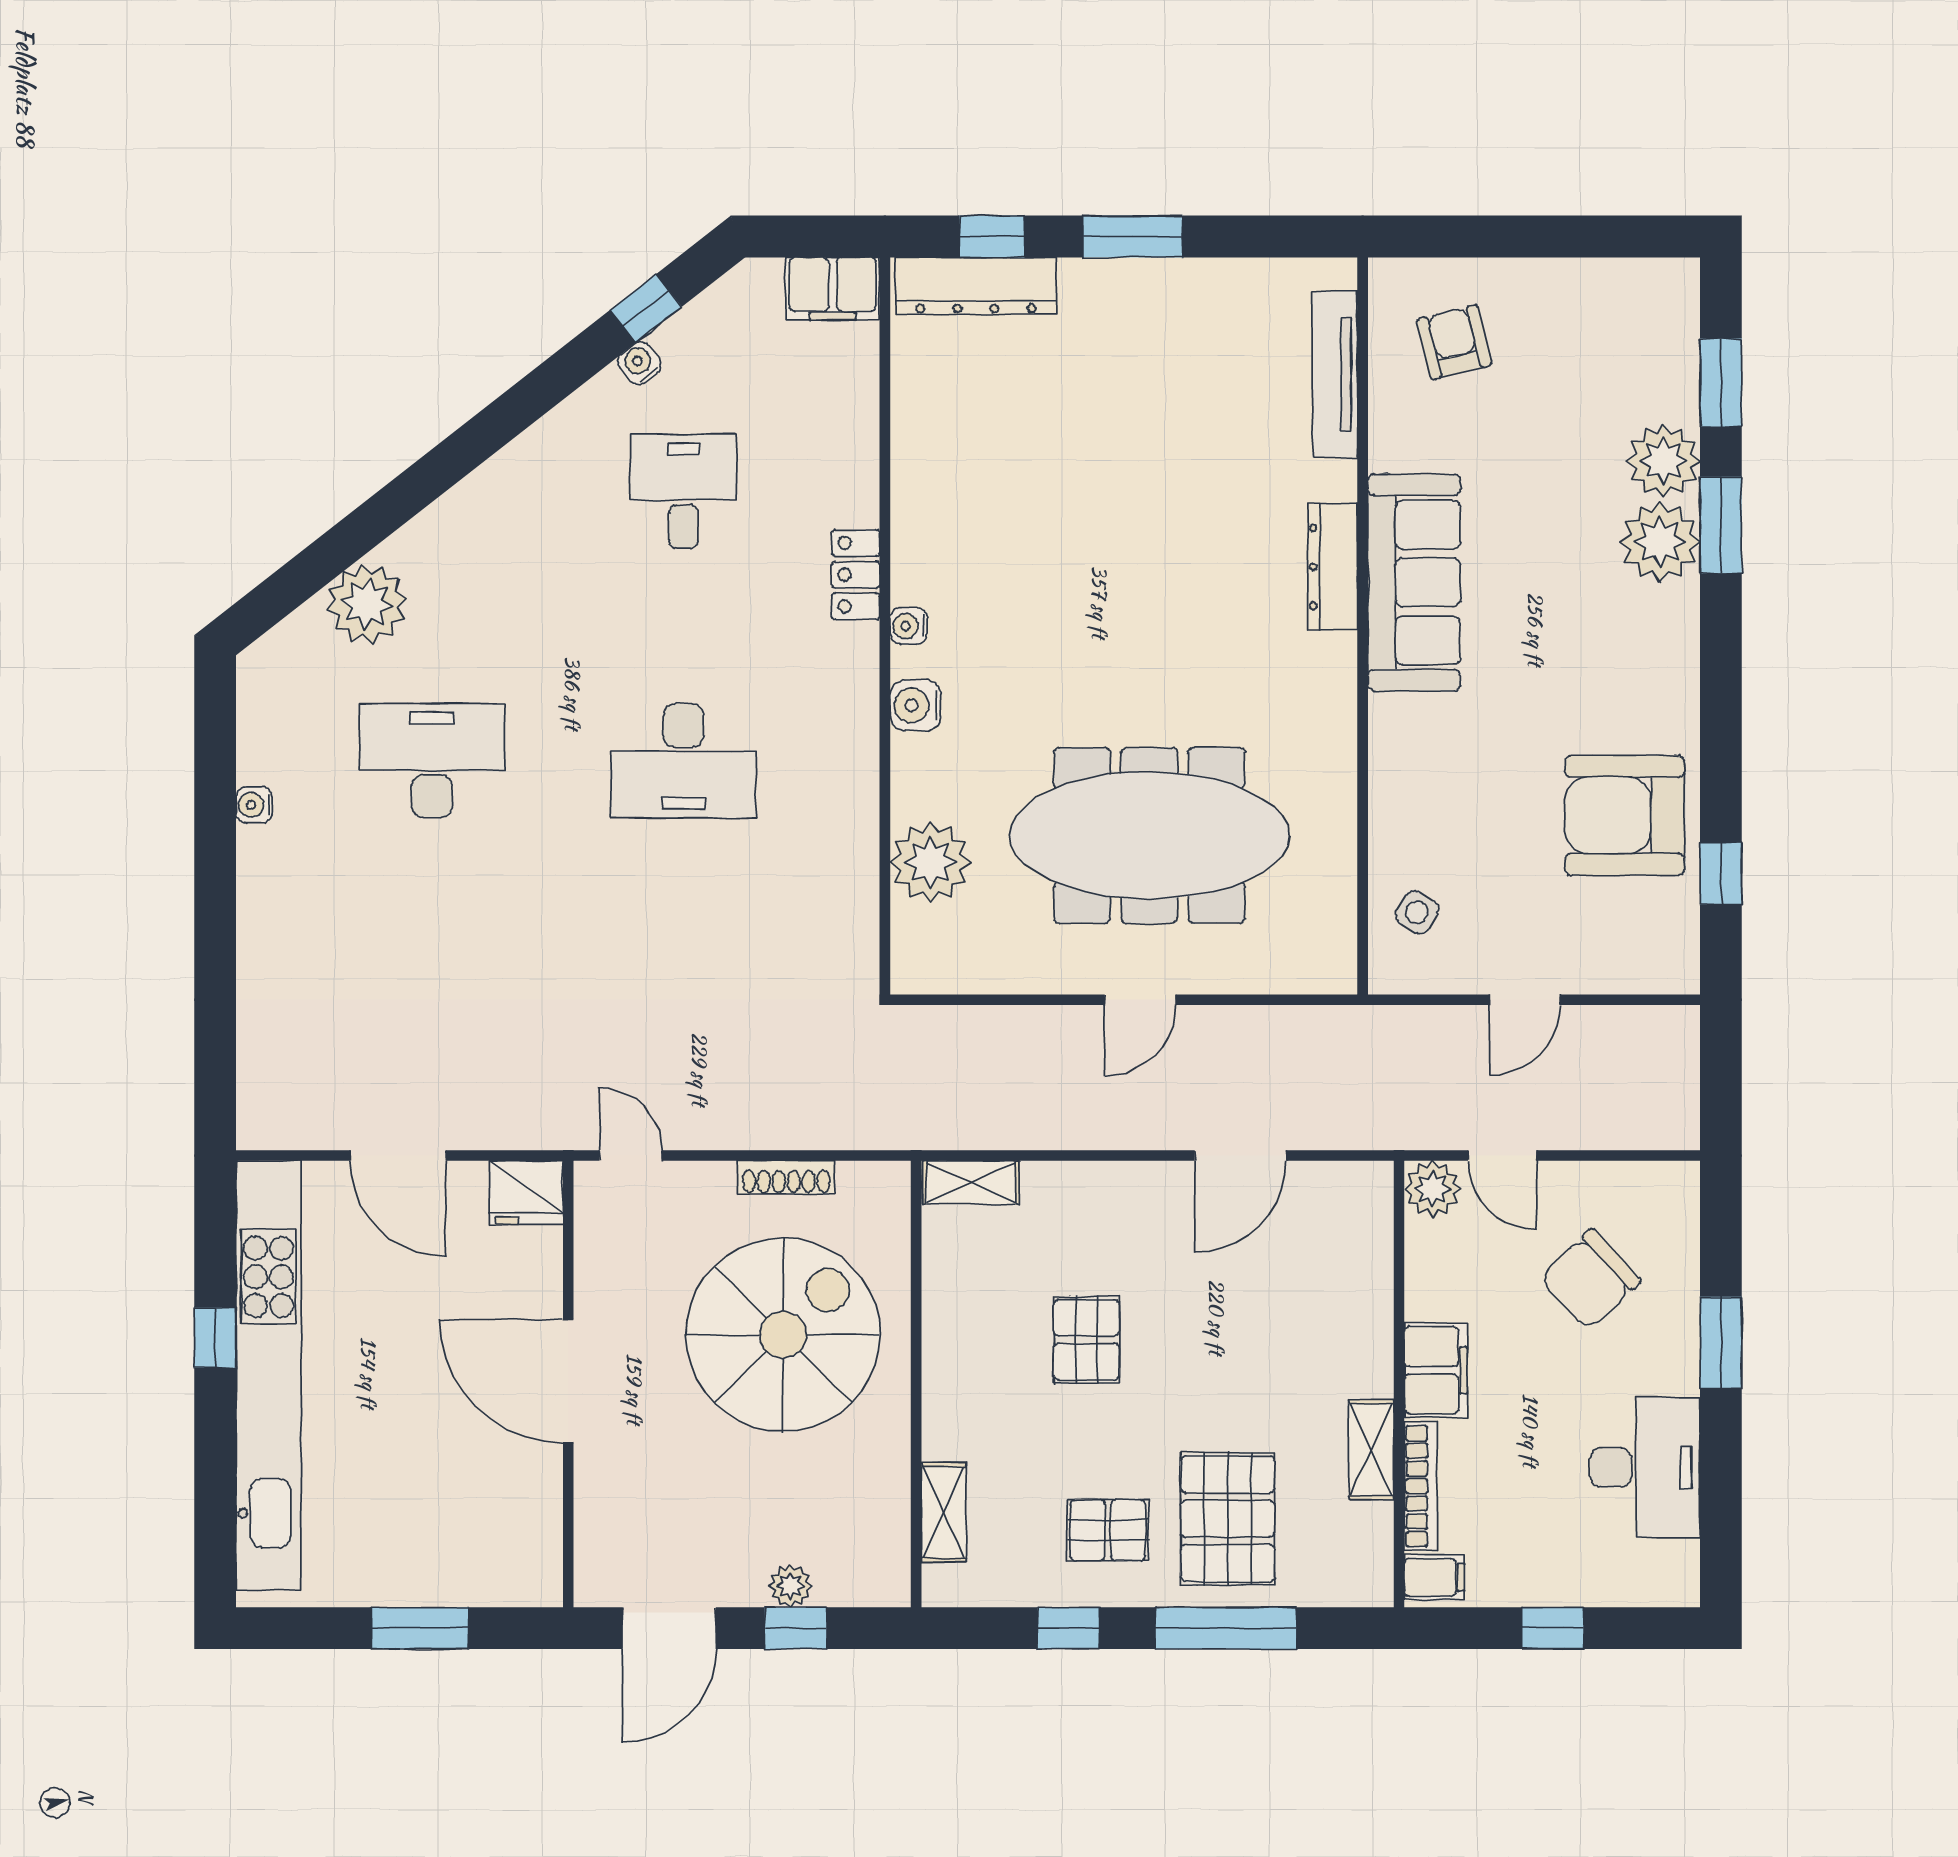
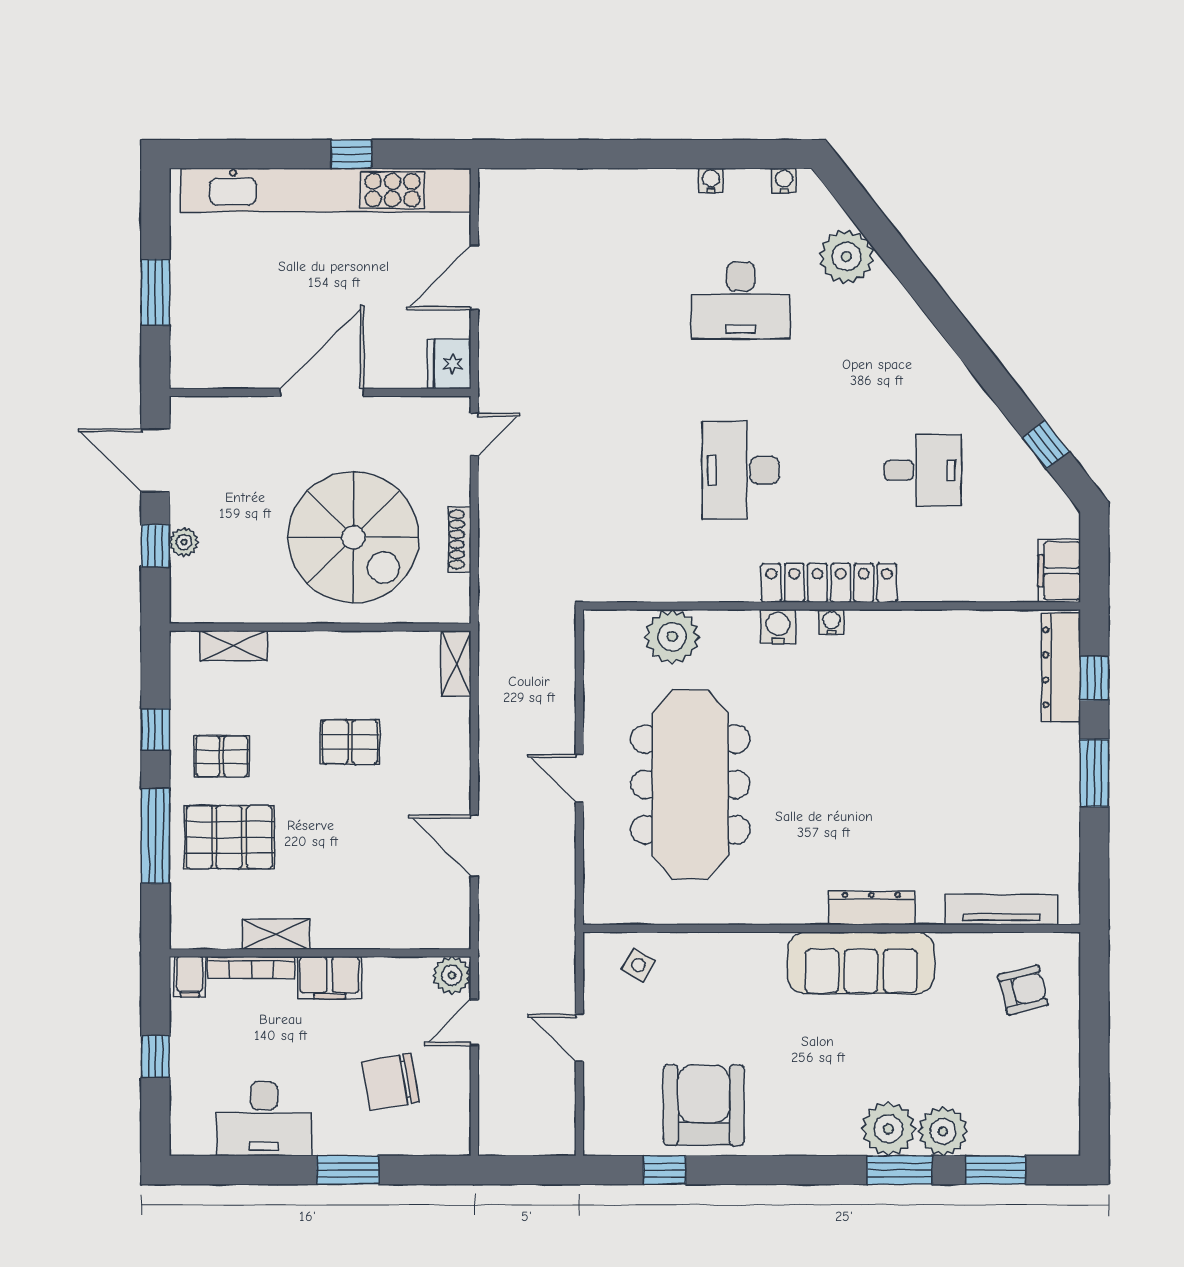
water cooler: (639, 363) -> (784, 181), moved, turned -52
locker: (856, 575) -> (829, 583), width x2.16, depth x1.21
desk: (432, 761) -> (741, 300), turned 90
chair: (1590, 1279) -> (391, 1082), turned -57
pallet: (1108, 1530) -> (222, 756), turned 90

